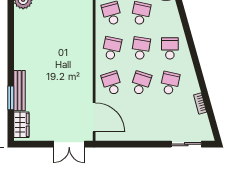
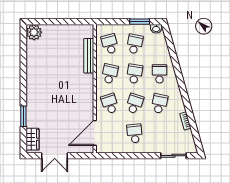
bench: (20, 91) -> (89, 56), moved
door: (94, 117) -> (95, 133), swing flipped
school desk: (141, 118) -> (135, 133), added
double door: (69, 144) -> (55, 156), moved

